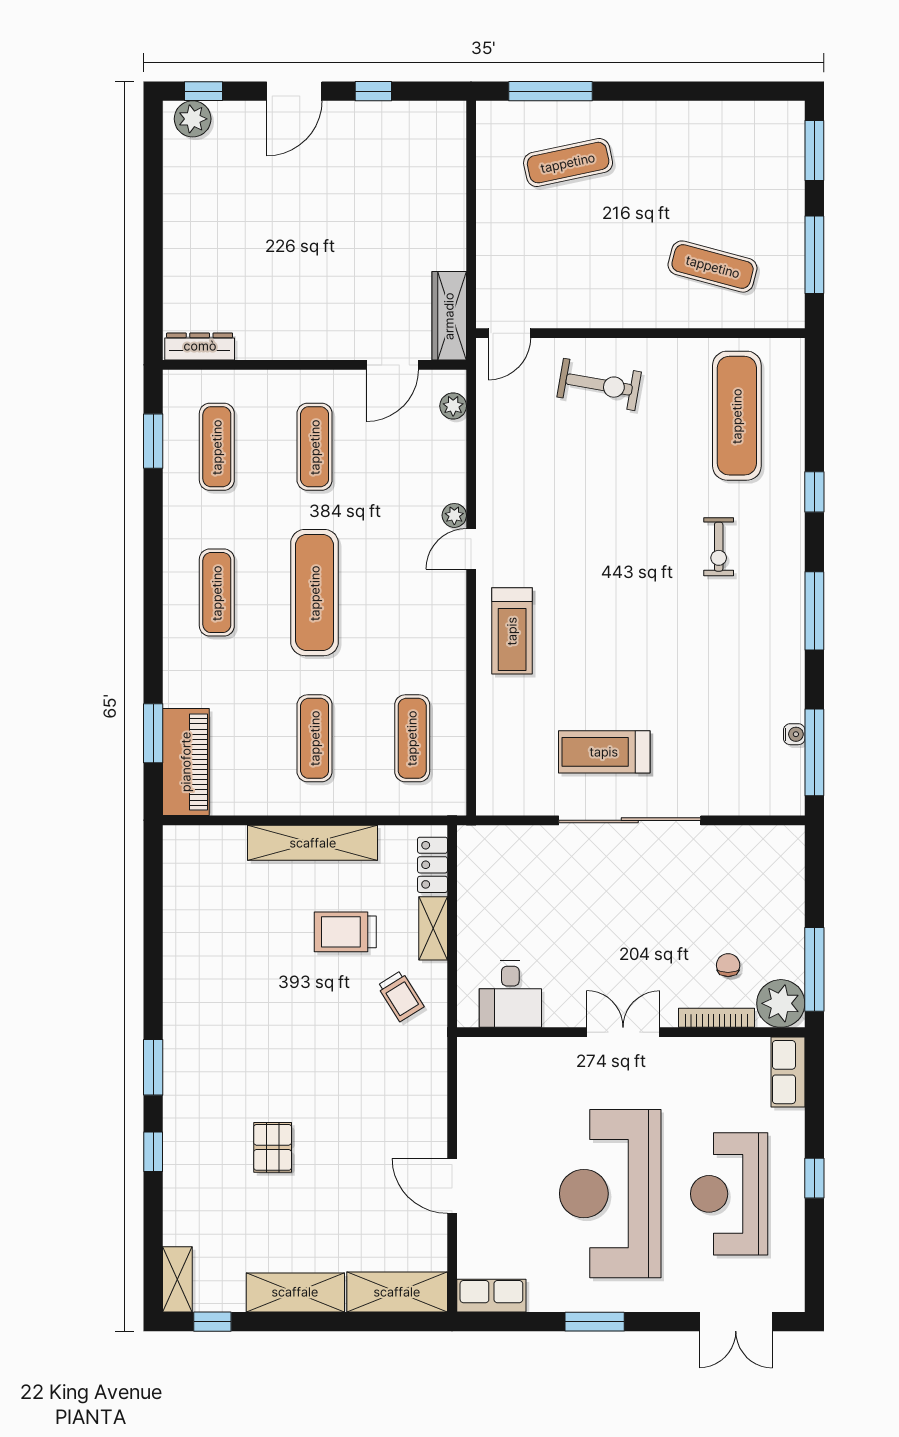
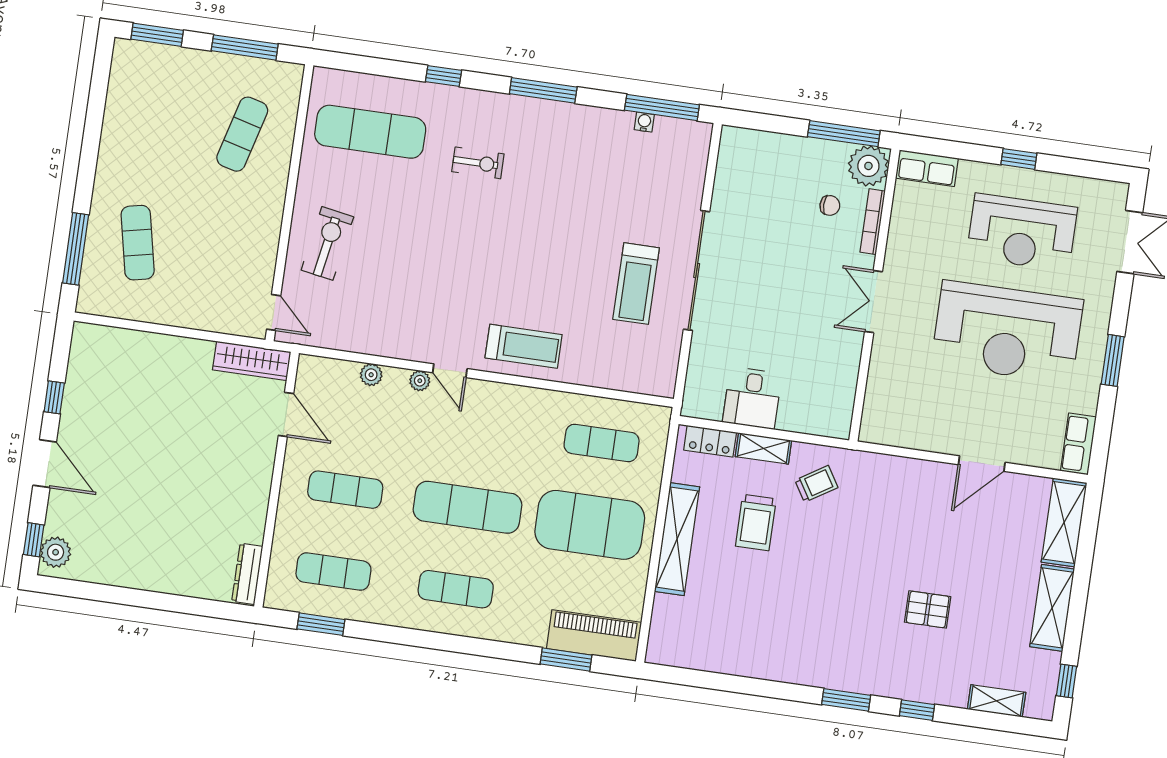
plant: (453, 406) -> (371, 375), moved
exercise mat: (315, 738) -> (590, 525), width x2.00, depth x1.45
chair: (728, 965) -> (830, 205), turned 180
desk: (510, 994) -> (752, 398), moved, turned 90
shelving: (177, 1279) -> (997, 701), moved

